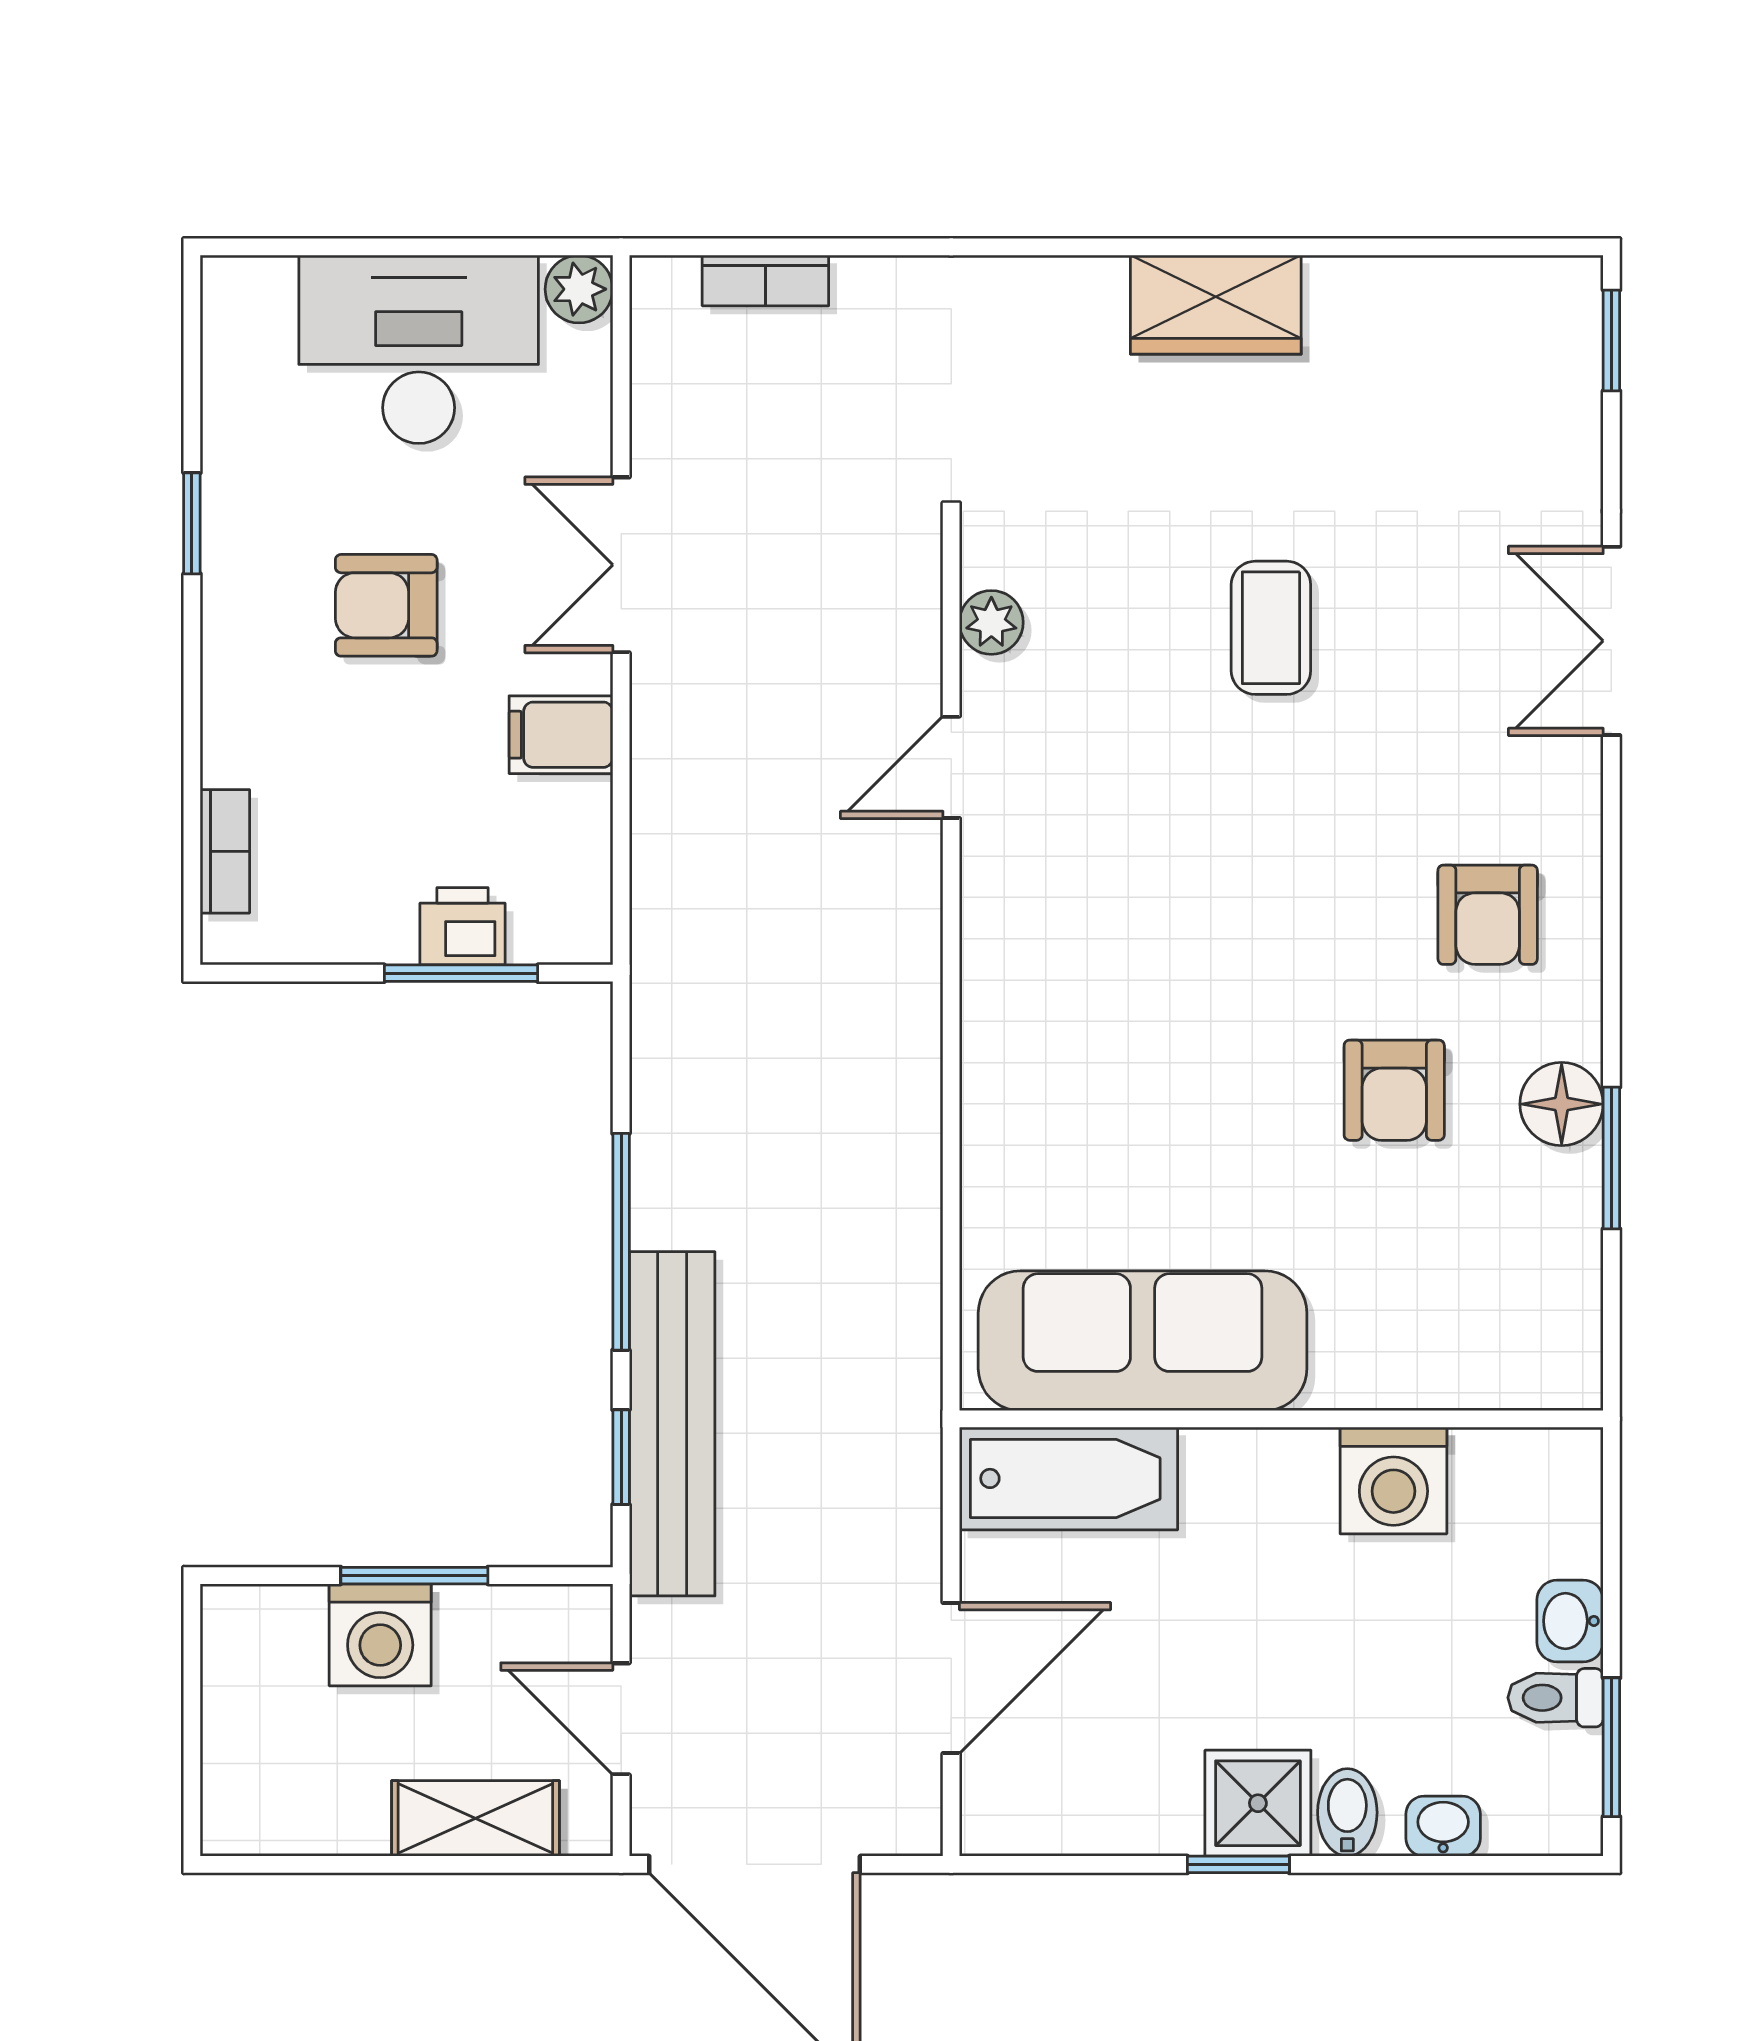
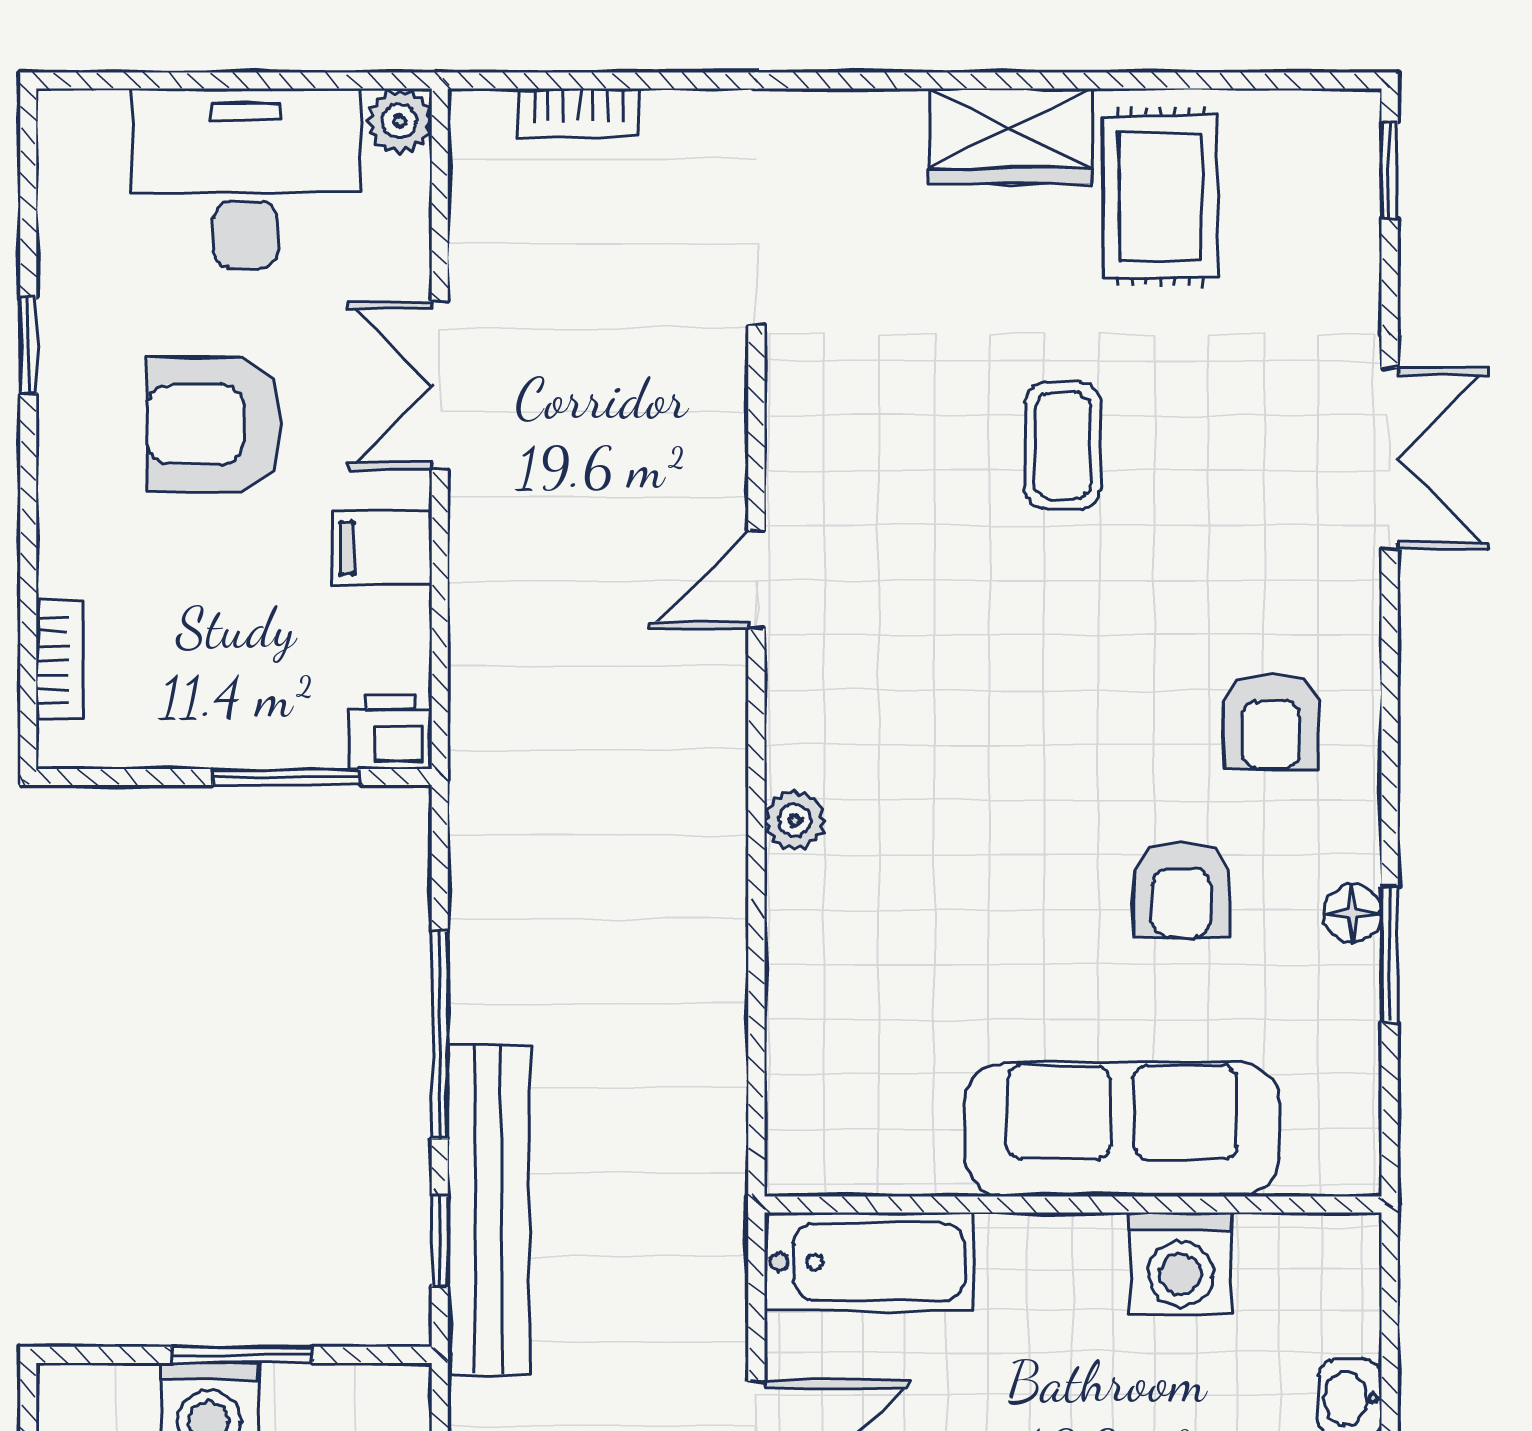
rug: (1372, 368) -> (1160, 197), added
armchair: (386, 605) -> (215, 424), width x1.38, depth x1.38
plant: (991, 622) -> (795, 820), moved
double door: (1611, 641) -> (1390, 458), swing flipped
printer: (463, 926) -> (391, 732), moved
floor lamp: (1562, 1104) -> (1353, 913), width x0.73, depth x0.73
sofa: (1143, 1341) -> (1122, 1130), moved

